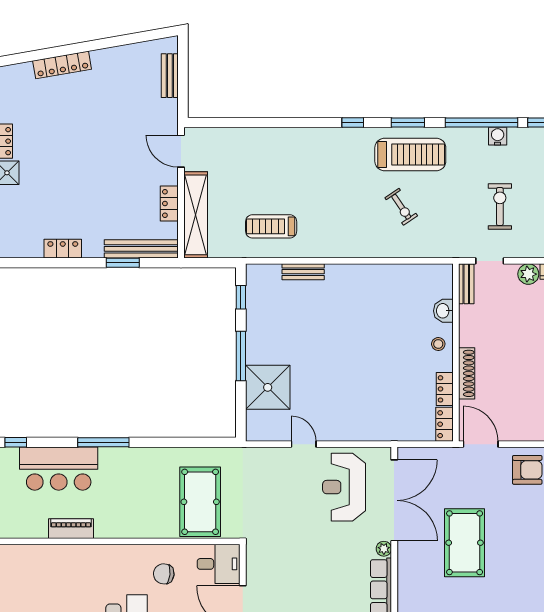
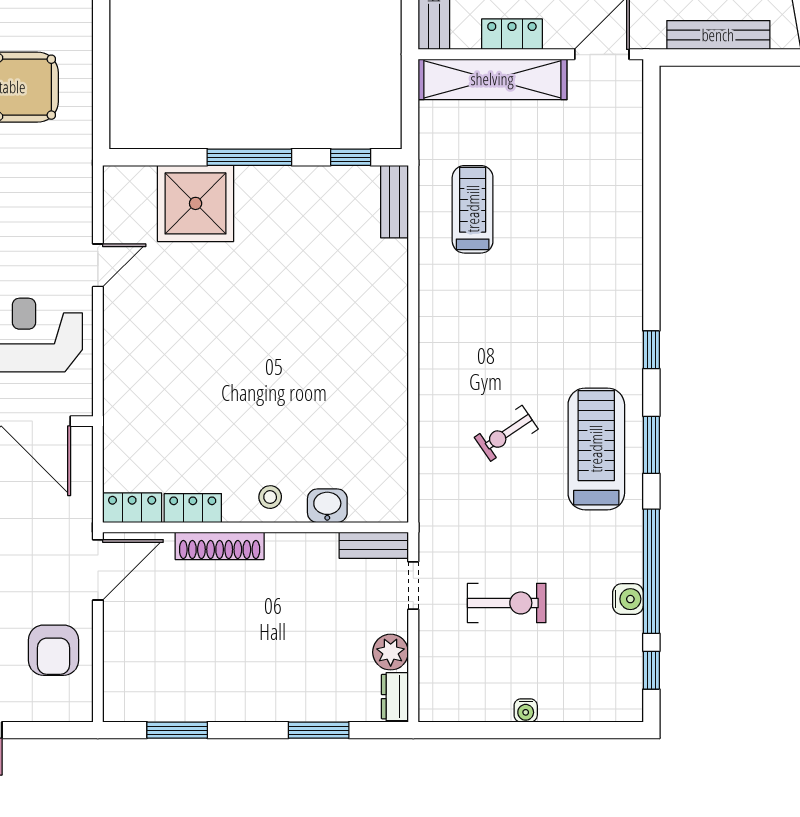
bench: (170, 76) -> (718, 35), width x1.36
treadmill: (410, 154) -> (596, 449), turned 180
bench: (303, 272) -> (395, 202), moved

